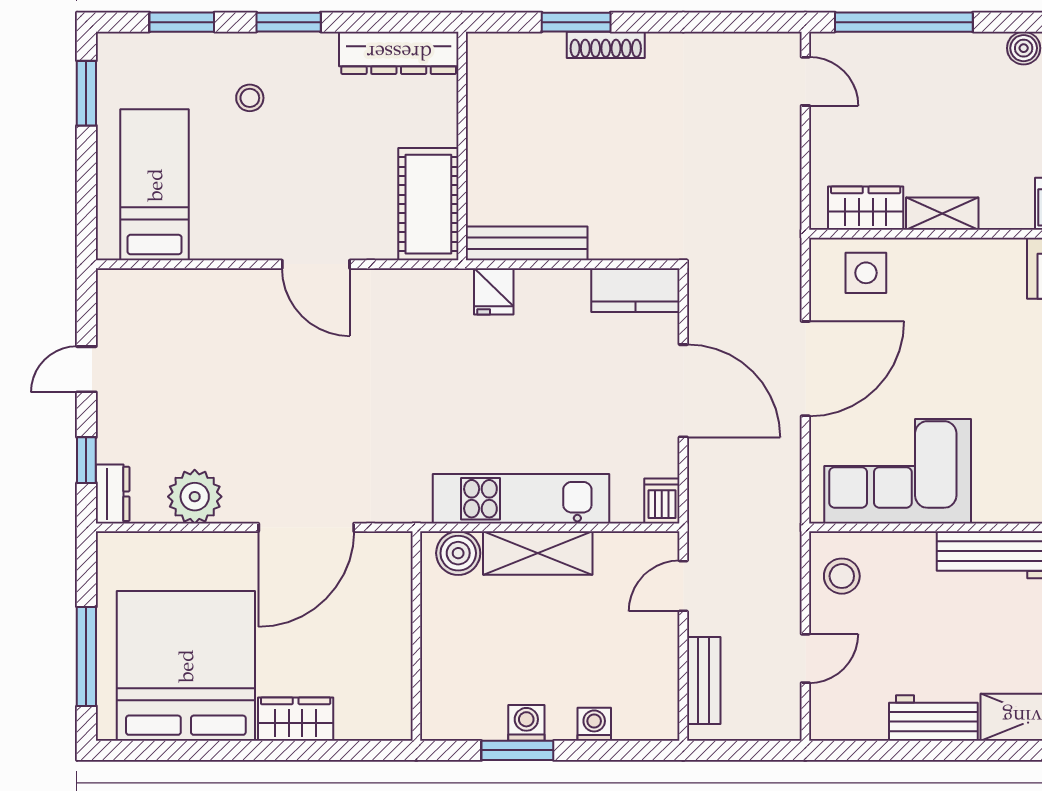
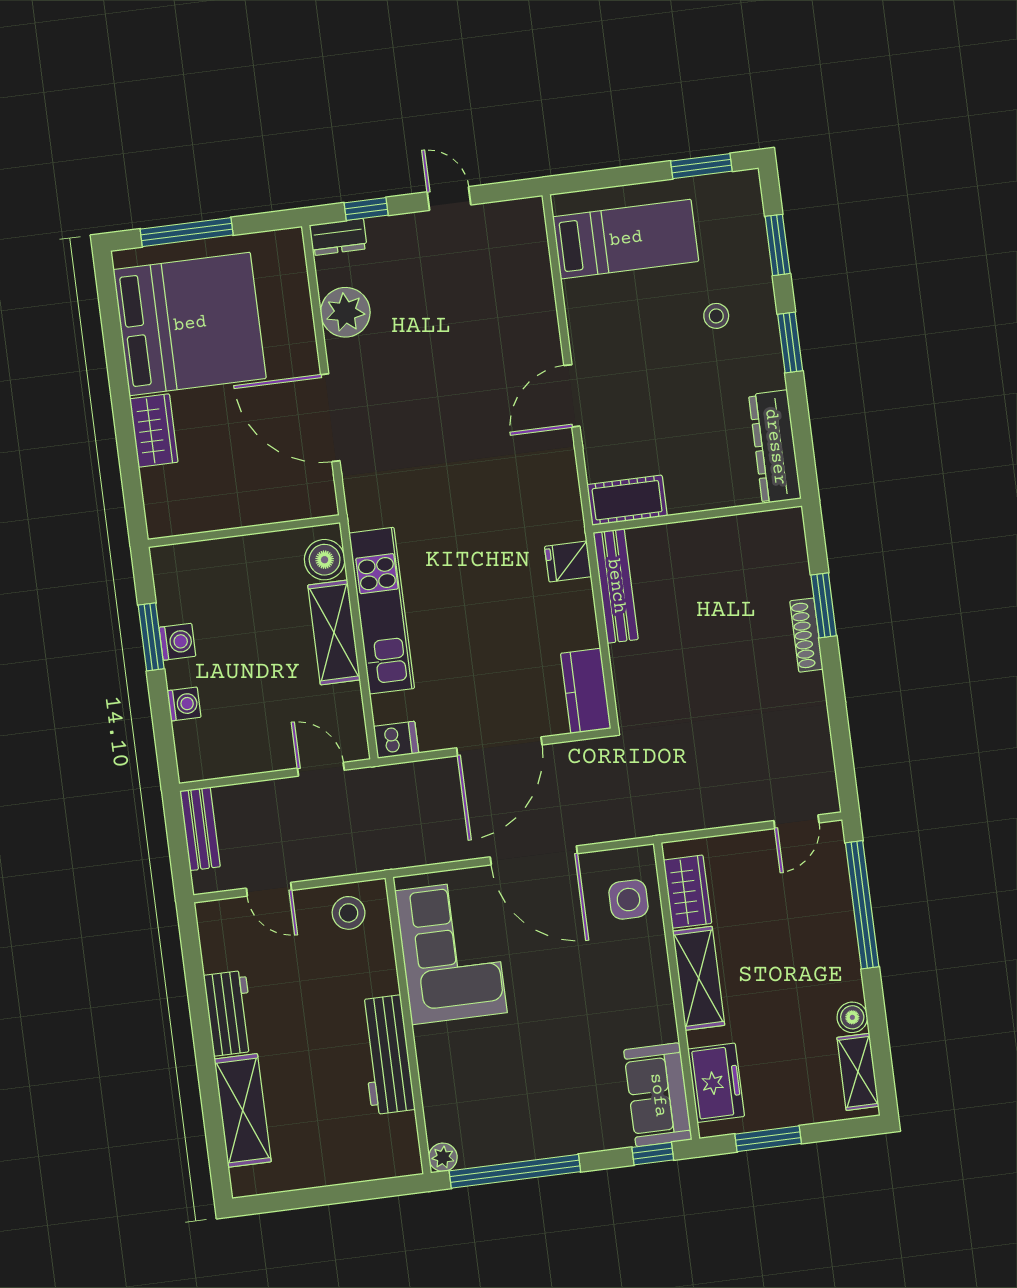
cot: (428, 204) -> (627, 500), width x0.73, depth x0.75
shelving: (942, 214) -> (699, 978), width x1.50, depth x1.33
bench: (704, 681) -> (200, 829), moved, turned 90

